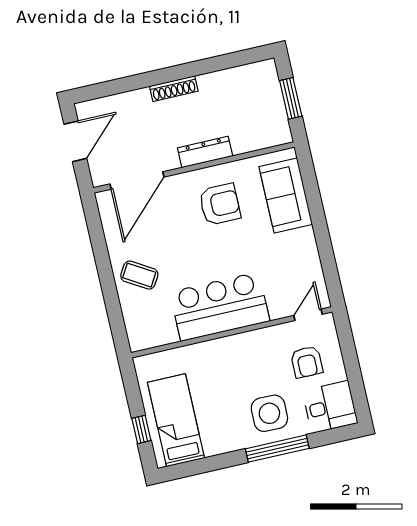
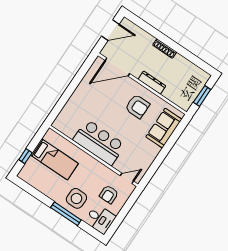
coffee table: (139, 275) -> (83, 101), removed
bed: (176, 420) -> (54, 159), moved, turned 90

